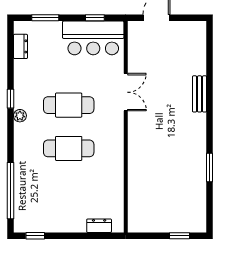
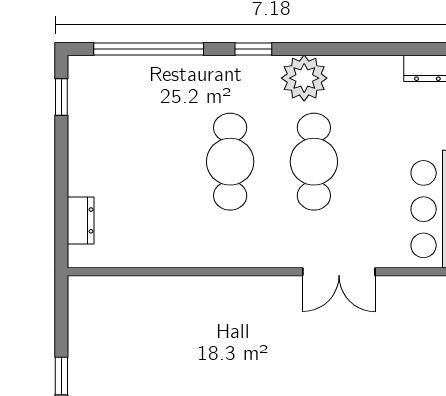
window: (10, 99) -> (253, 49), moved
plant: (20, 116) -> (304, 78), width x1.88, depth x1.88

